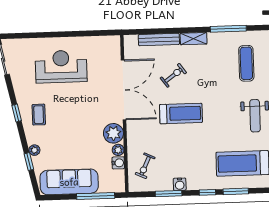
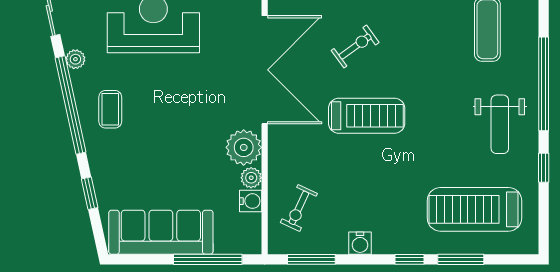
window: (17, 113) -> (70, 105), width x3.17
plant: (34, 150) -> (75, 59), moved
window: (169, 194) -> (311, 259), moved

